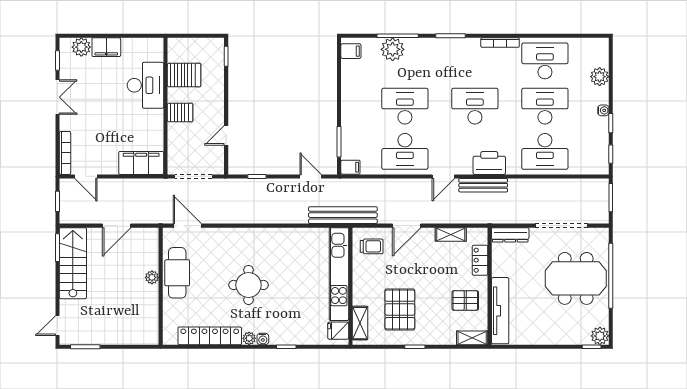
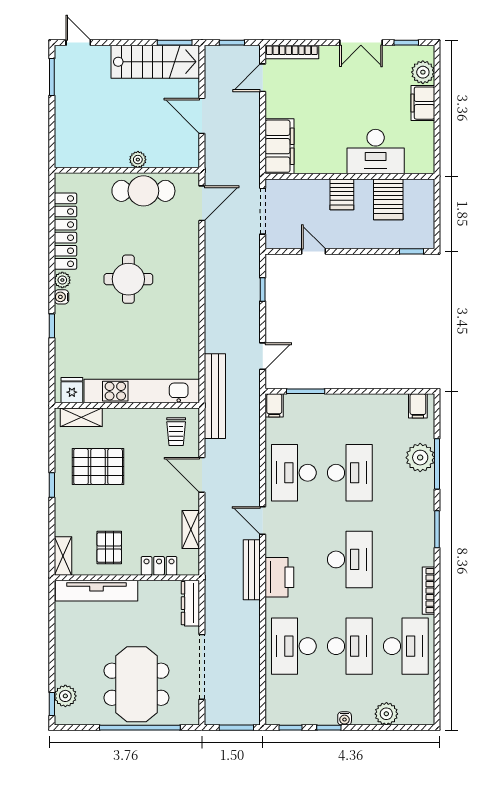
plant: (600, 336) -> (65, 696), moved

